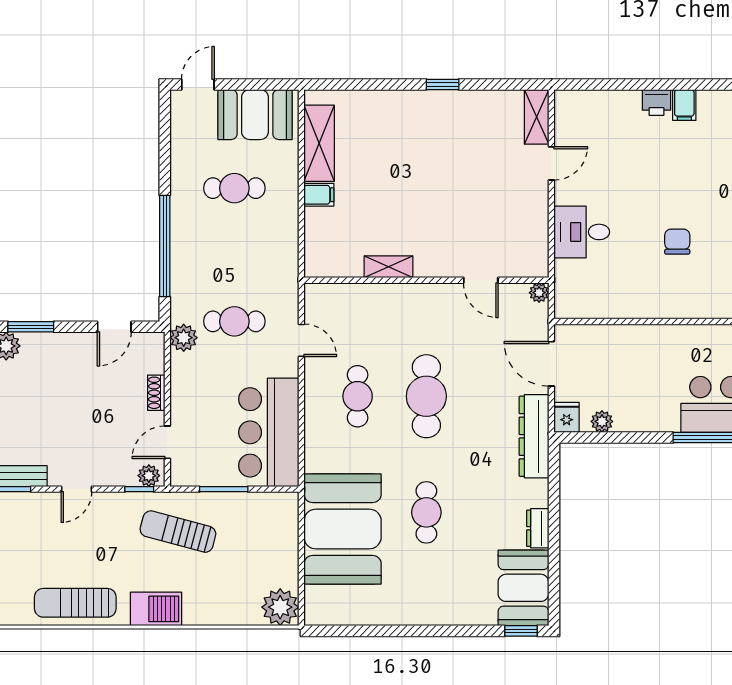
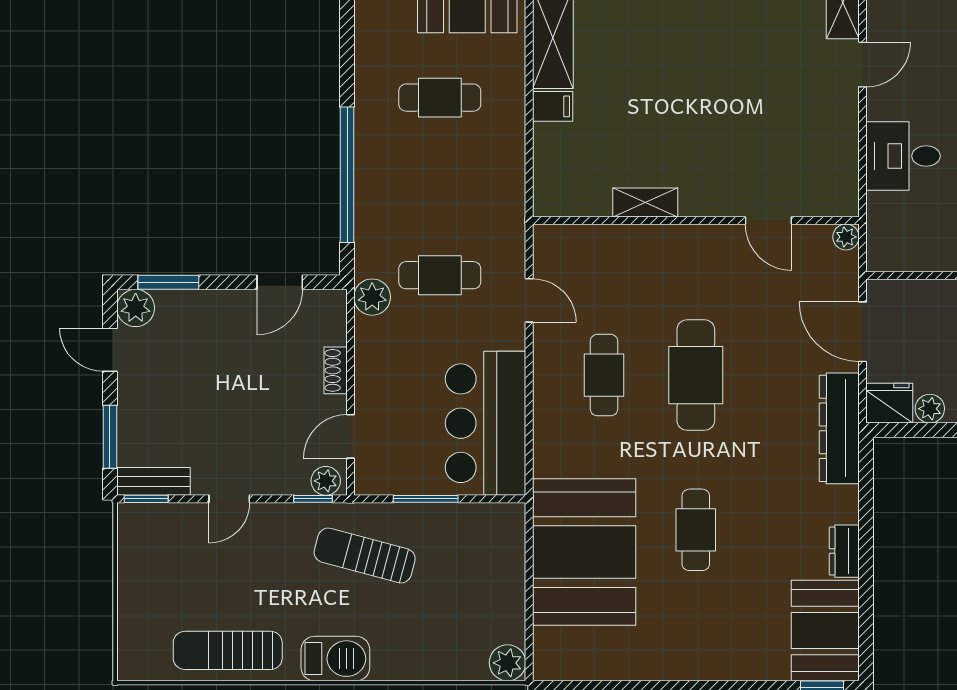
fridge: (567, 417) -> (889, 403), width x1.38
plant: (280, 607) -> (508, 663), width x0.73, depth x0.73

